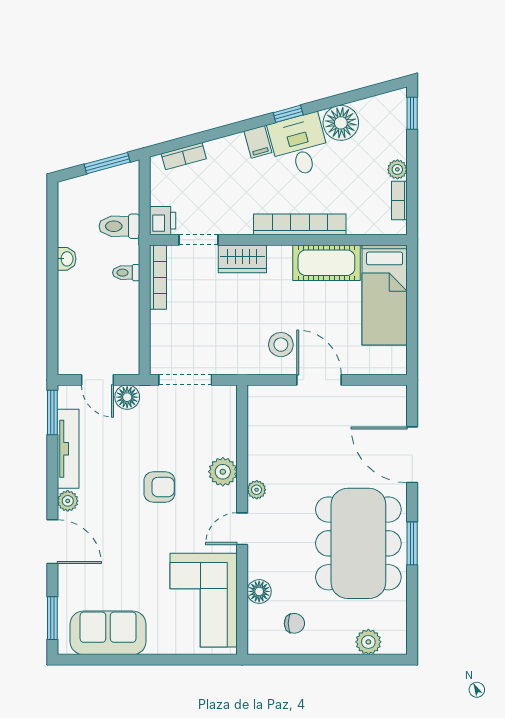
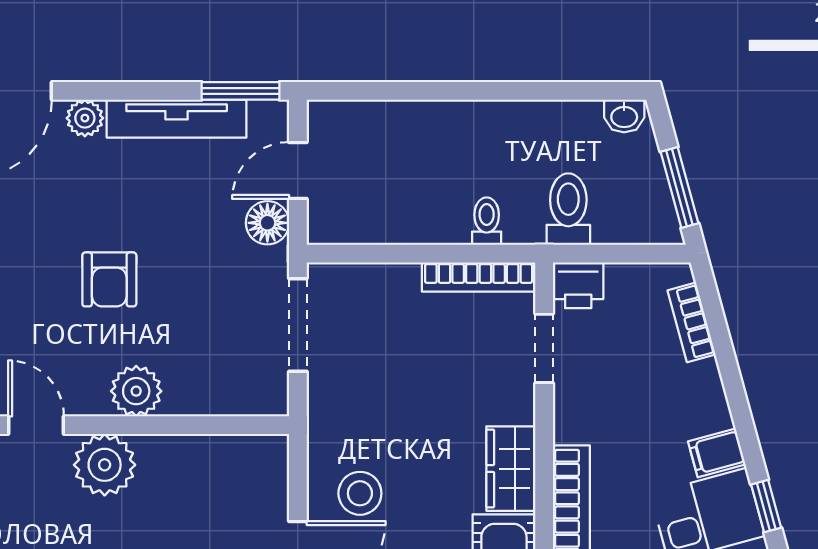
washbasin: (67, 259) -> (624, 116), moved
wardrobe: (242, 259) -> (511, 469), moved
plant: (257, 490) -> (105, 465), width x1.87, depth x1.87

